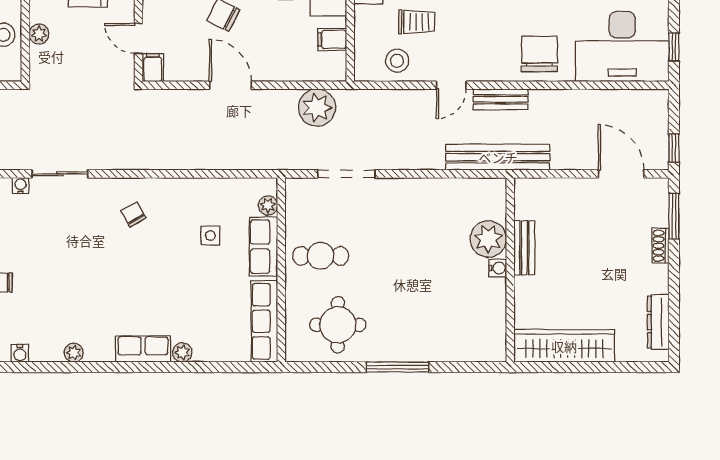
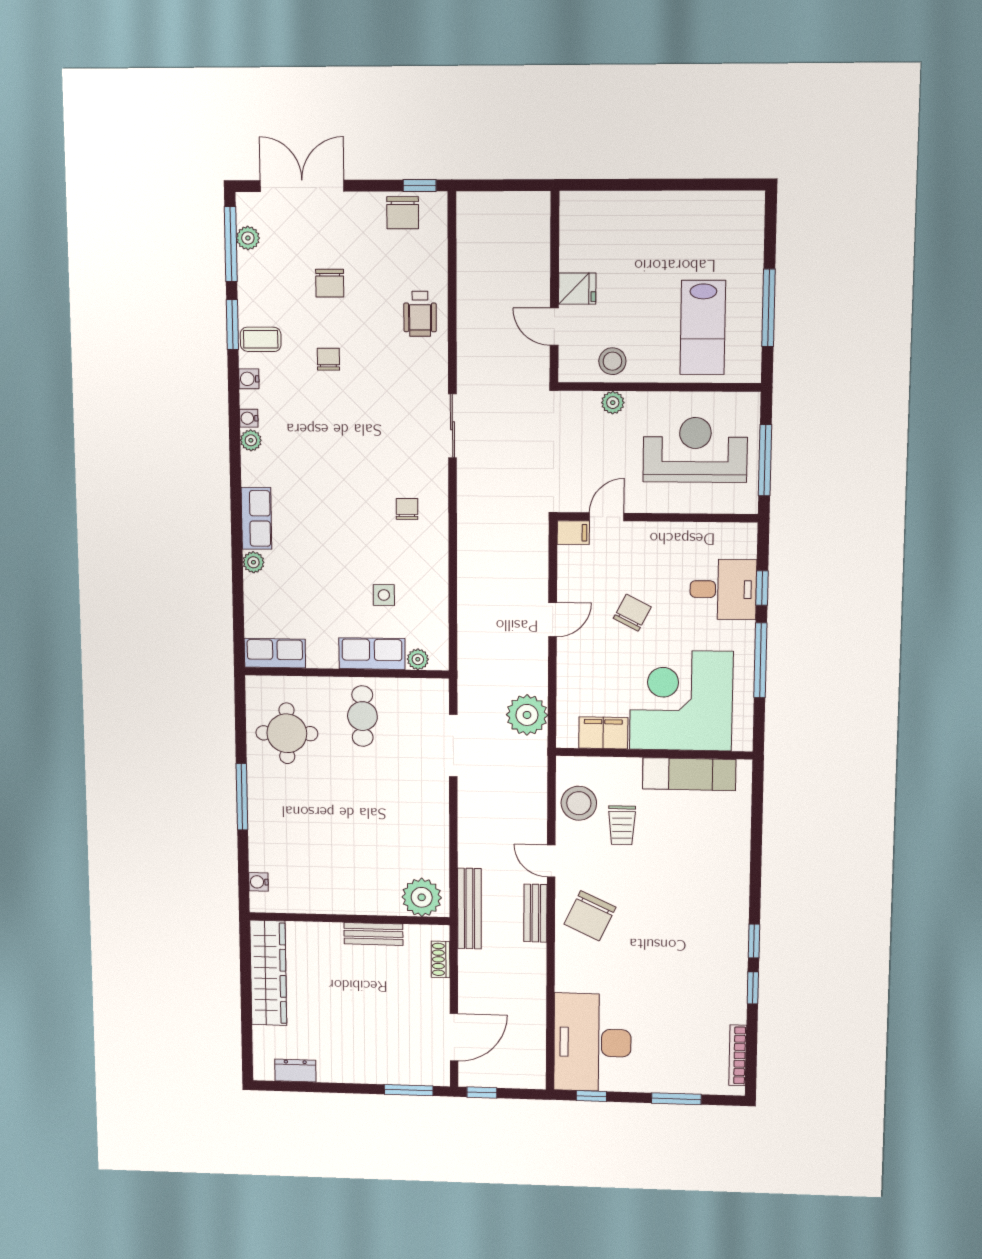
filing cabinet: (332, 40) -> (603, 733), width x2.00
chair: (539, 54) -> (590, 916), moved, turned 115
stool: (397, 61) -> (579, 803), width x1.38, depth x1.38
door: (230, 85) -> (553, 620), width x0.73
bench: (498, 157) -> (469, 909), width x0.73, depth x0.82
water cooler: (20, 186) -> (249, 418), moved, turned 180
chair: (133, 214) -> (407, 509), turned -60
plant: (488, 239) -> (422, 897), moved
shoe rack: (661, 246) -> (441, 959), moved, turned -90
water cooler: (498, 268) -> (259, 882), moved, turned 90
row of seats: (264, 321) -> (275, 653), width x0.68
dresser: (658, 322) -> (295, 1071), width x0.70

